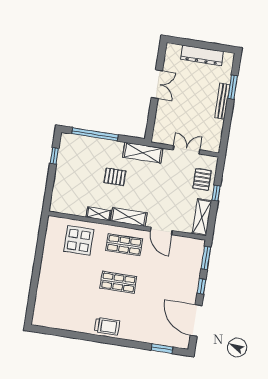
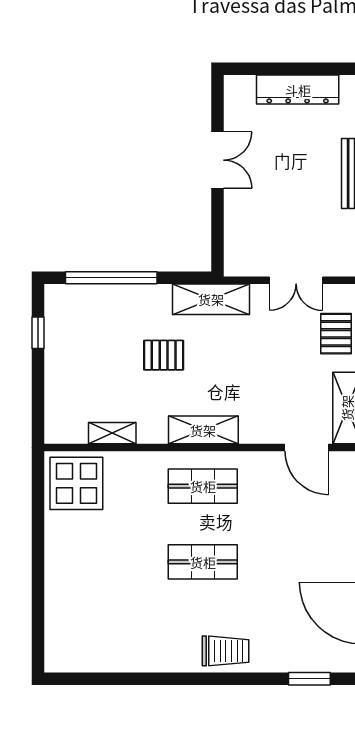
double door: (186, 150) -> (296, 280), swing flipped
shelving: (99, 214) -> (112, 433), moved
door: (161, 231) -> (307, 447), moved
display table: (79, 240) -> (76, 483), moved
trolley: (107, 326) -> (226, 651), moved

